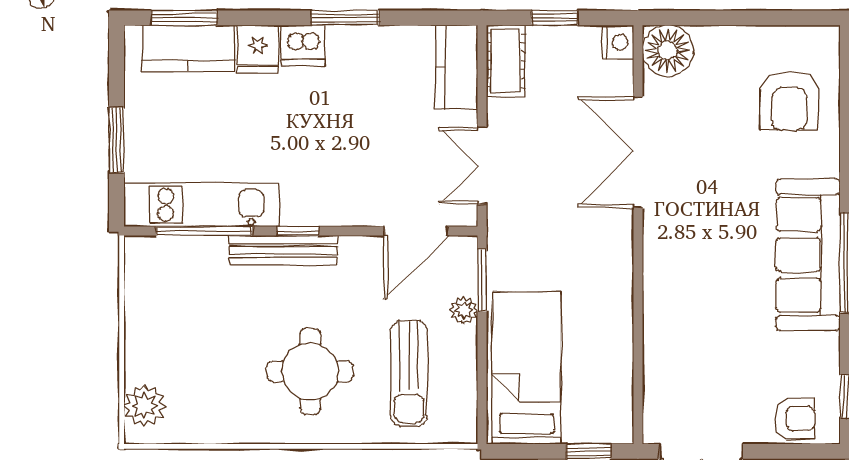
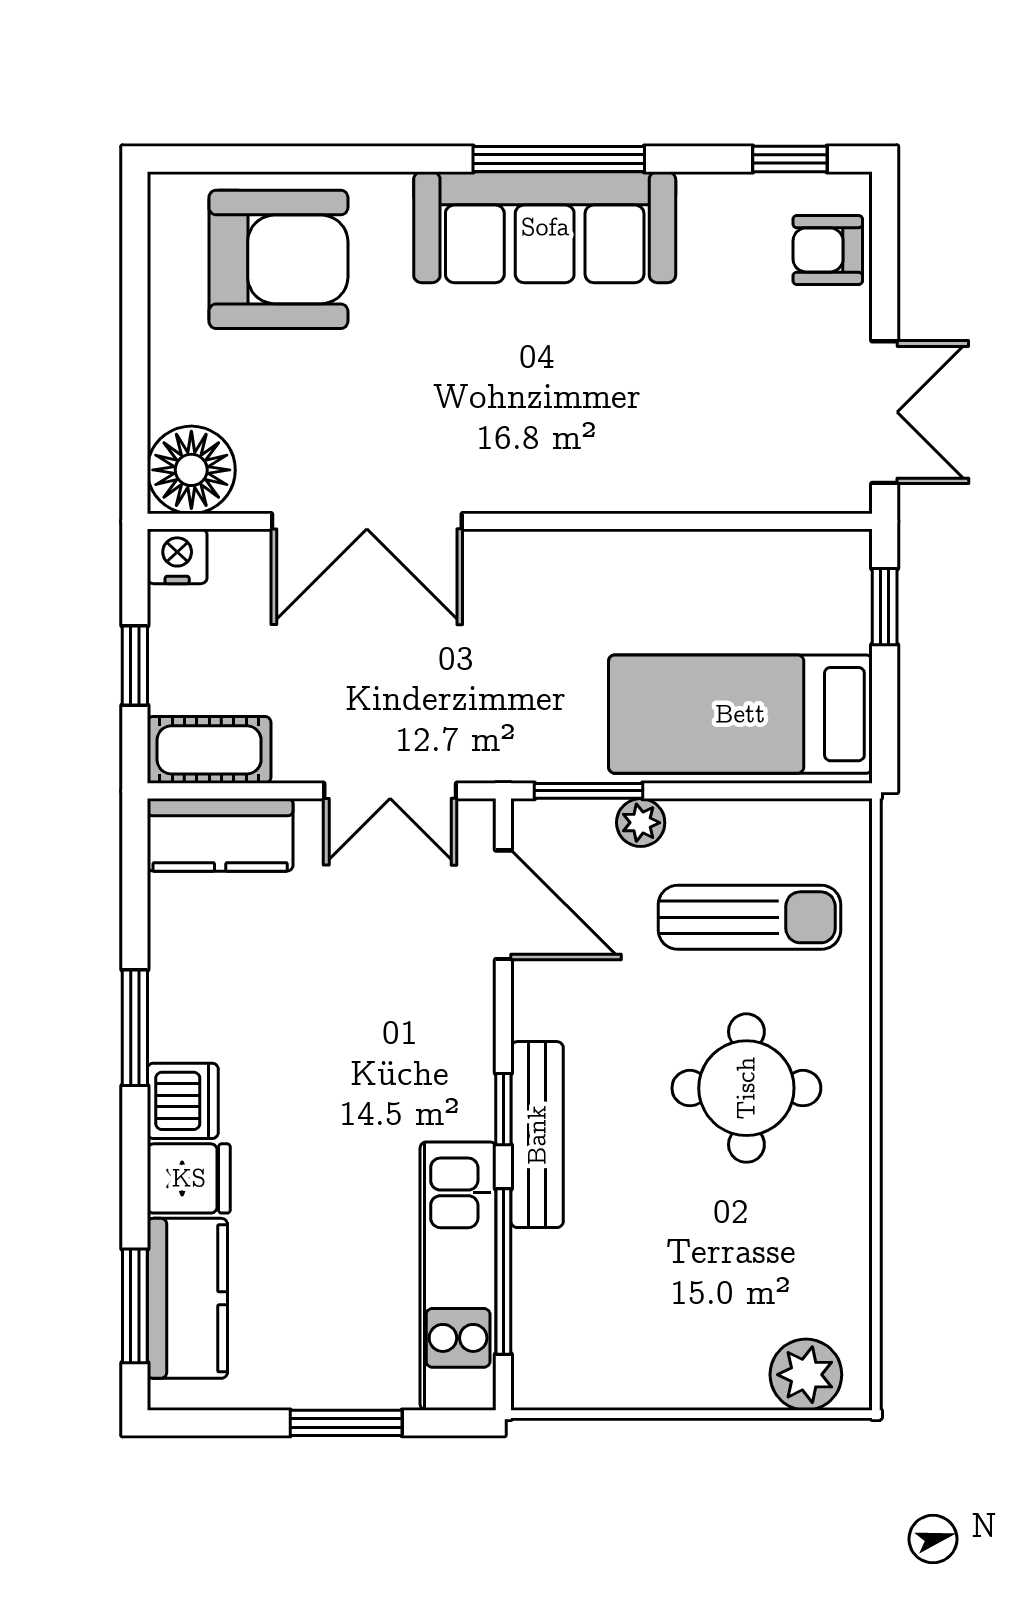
armchair: (789, 101) -> (278, 259), width x1.36, depth x1.36
armchair: (795, 419) -> (828, 250), turned -90

